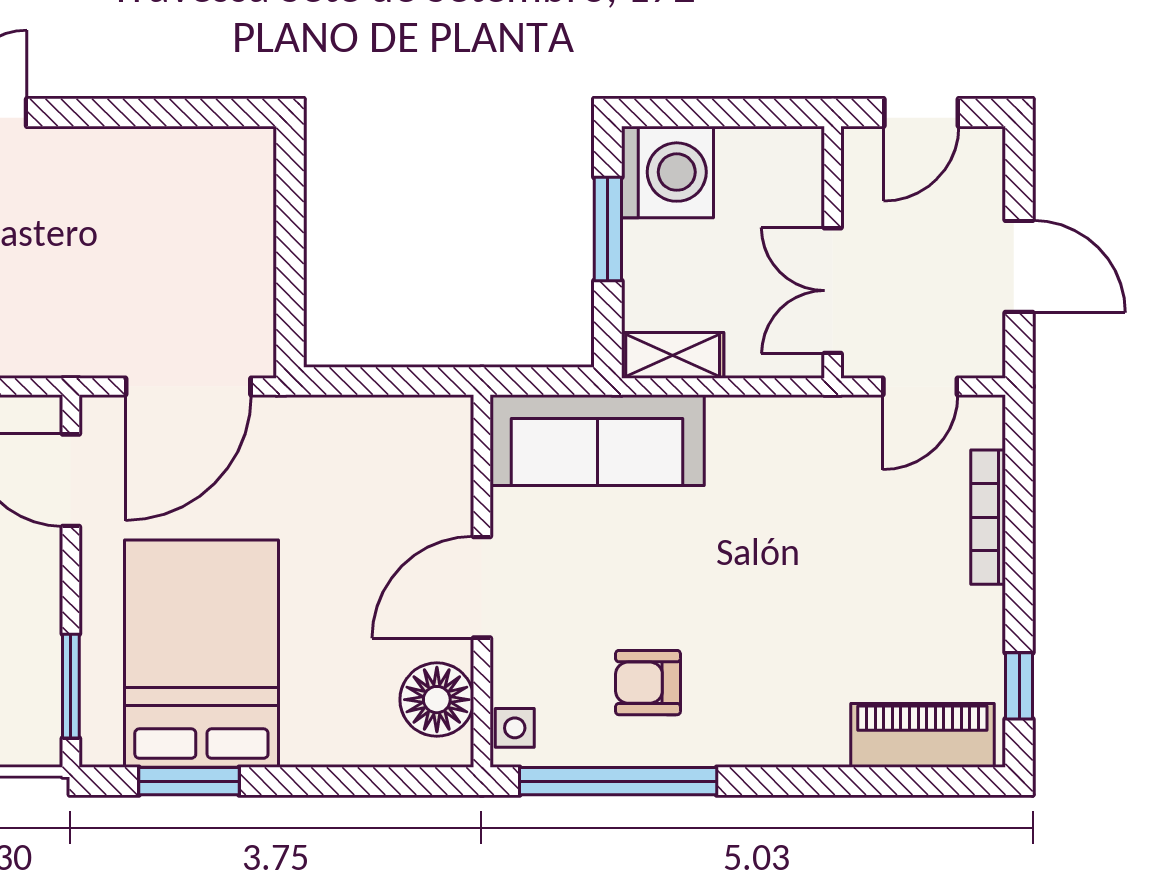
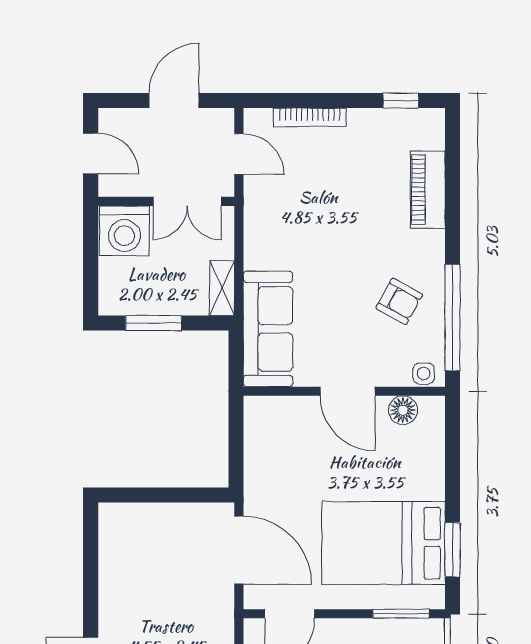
washing machine: (668, 172) -> (124, 231), moved, turned 180
armchair: (648, 683) -> (399, 301), turned -61
floor lamp: (437, 700) -> (403, 410), width x0.73, depth x0.73
piano: (922, 735) -> (428, 190), moved

